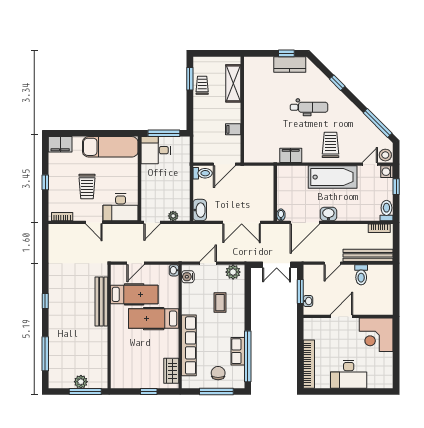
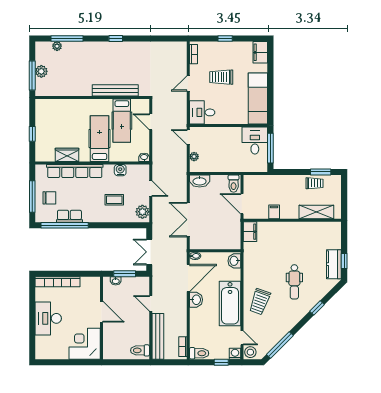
trolley: (331, 145) -> (260, 302), turned 110
filing cabinet: (291, 155) -> (250, 232), moved
washbasin: (286, 172) -> (234, 261), added
desk: (121, 207) -> (202, 112), width x0.73
door: (305, 222) -> (188, 278), swing flipped
toilet: (361, 275) -> (140, 350), moved
water cooler: (188, 277) -> (120, 170), moved
plant: (53, 365) -> (57, 46), added
wardrobe: (171, 371) -> (67, 155), moved

